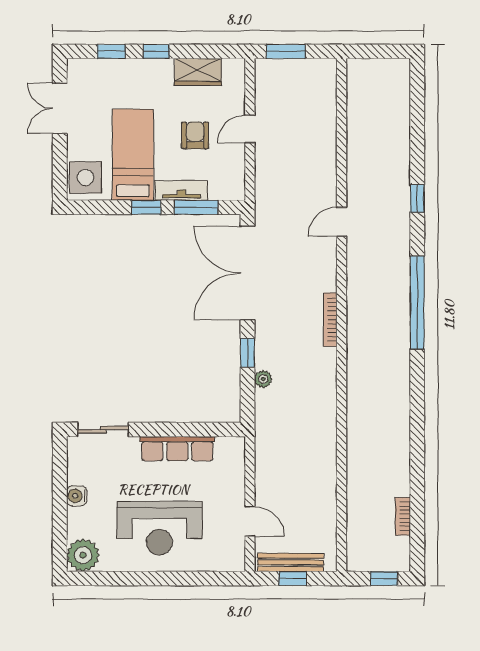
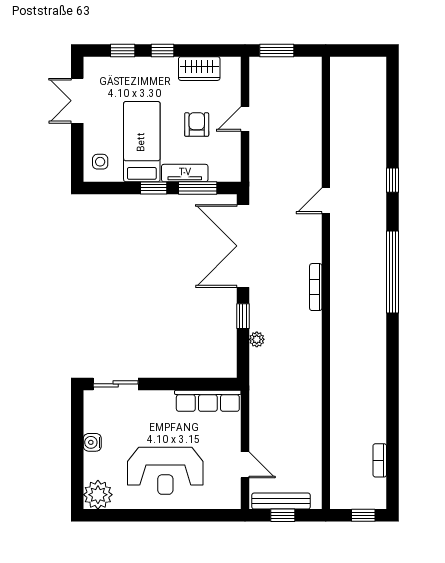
side table: (86, 177) -> (100, 162), width x0.54, depth x0.54
row of seats: (177, 449) -> (208, 401), moved

